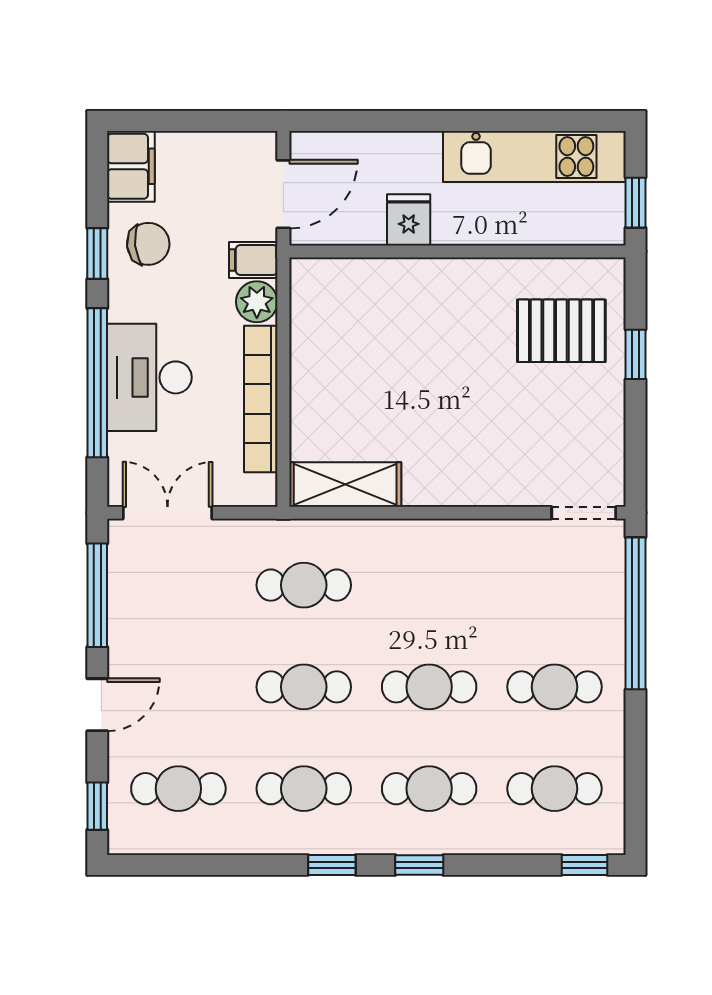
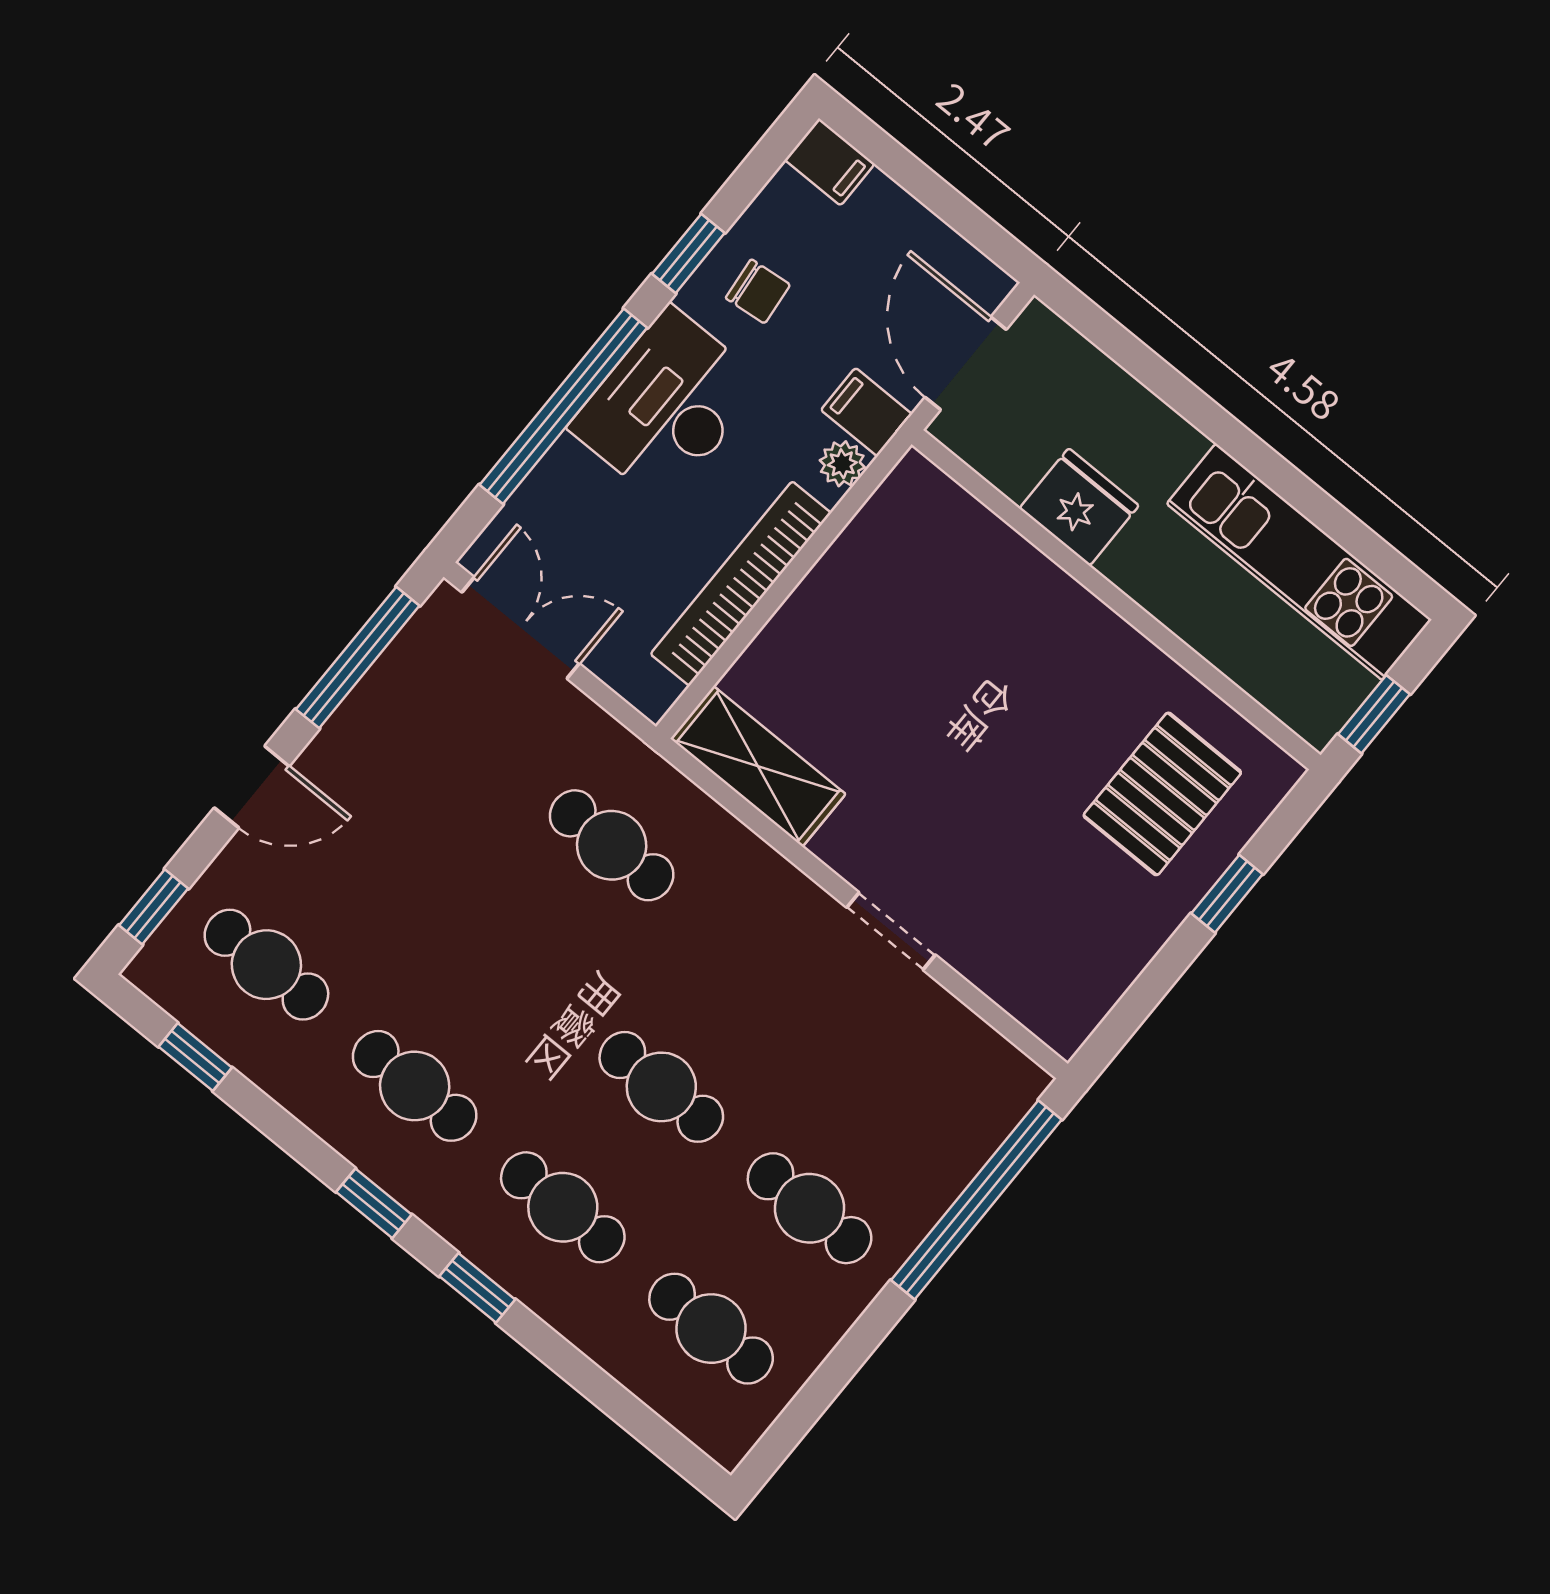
filing cabinet: (131, 166) -> (830, 162), width x0.50
door: (283, 194) -> (966, 363), swing flipped
fridge: (409, 220) -> (1079, 507), width x1.38
chair: (148, 244) -> (758, 291), width x0.73, depth x0.73
plant: (257, 302) -> (842, 464), width x0.73, depth x0.73
pallet: (561, 331) -> (1162, 794), turned 90
desk: (149, 377) -> (667, 405), moved
doorway: (584, 513) -> (891, 931), moved
cafe table: (304, 687) -> (513, 966), removed
window: (585, 865) -> (195, 1057), moved

